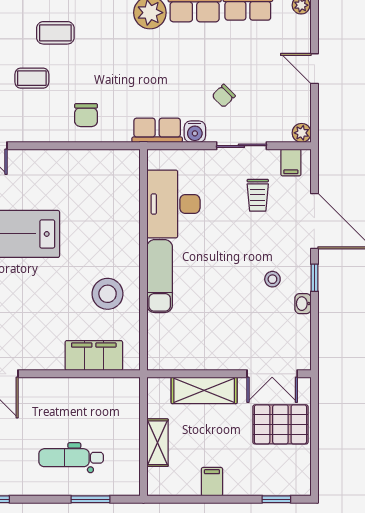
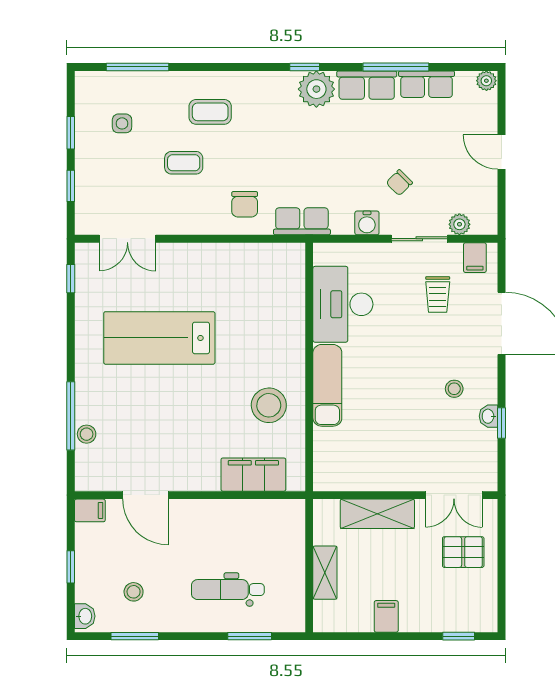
row of seats: (157, 130) -> (302, 221), moved
plant: (302, 133) -> (459, 224), moved
window: (314, 278) -> (501, 423), moved
pallet: (280, 424) -> (463, 552), width x0.67, depth x0.71

